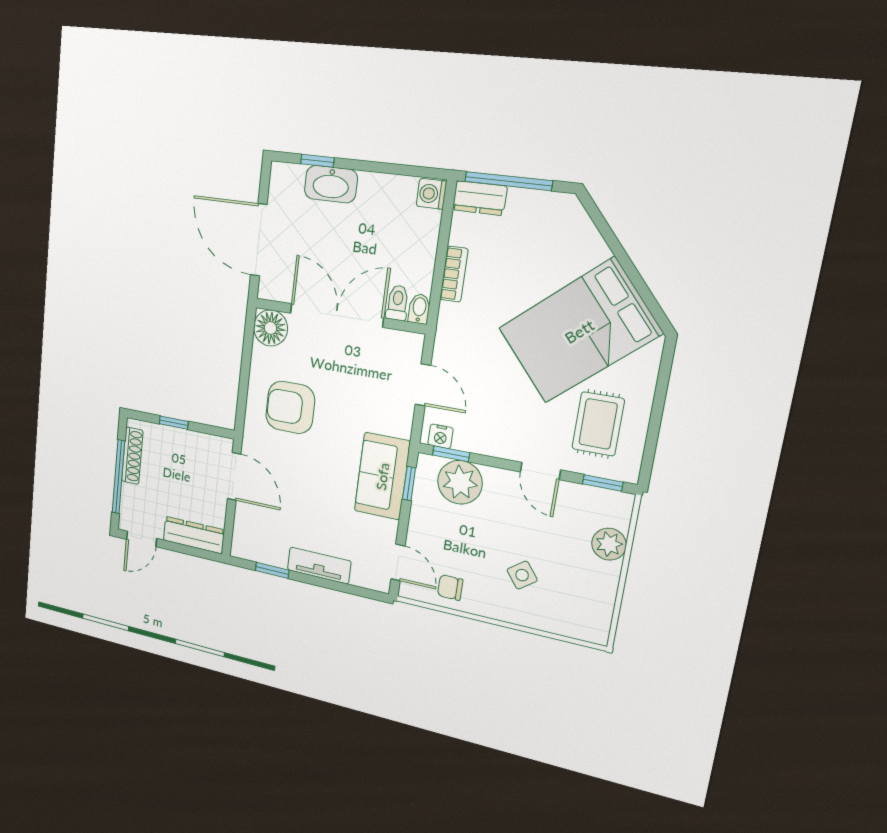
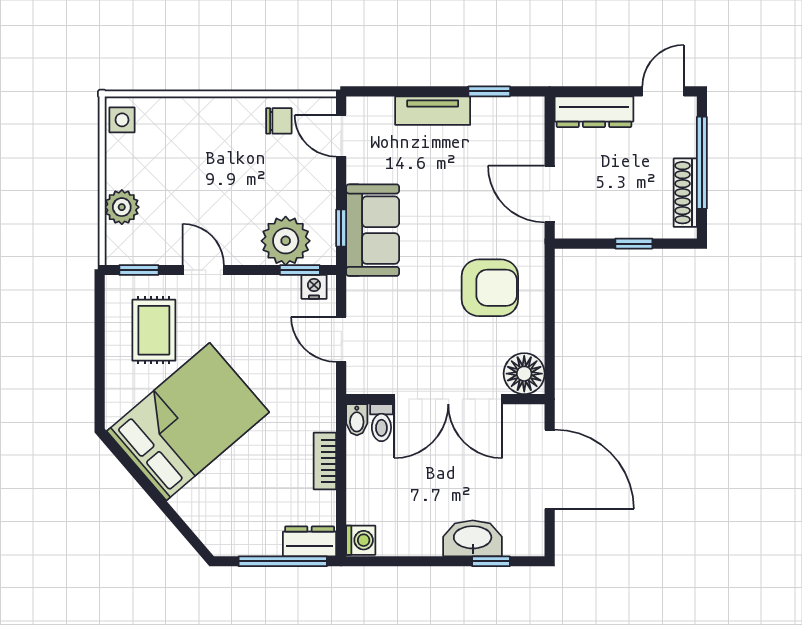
side table: (522, 575) -> (122, 120), moved, turned 37

